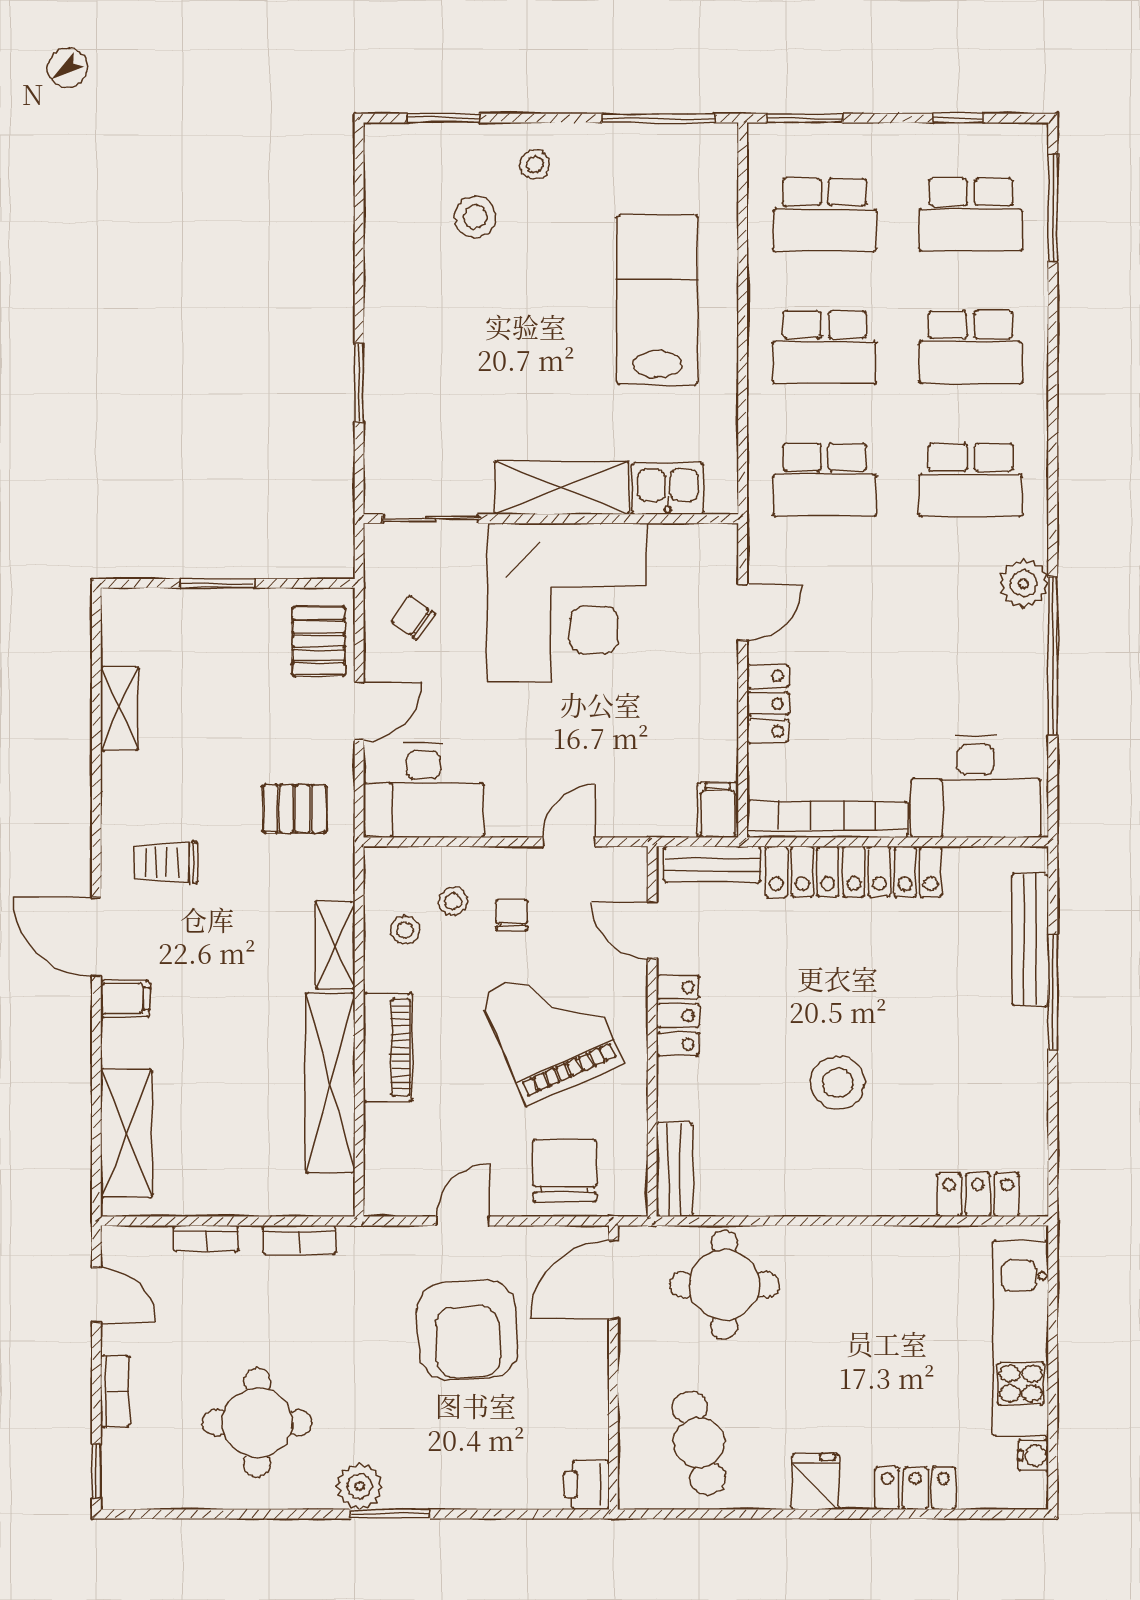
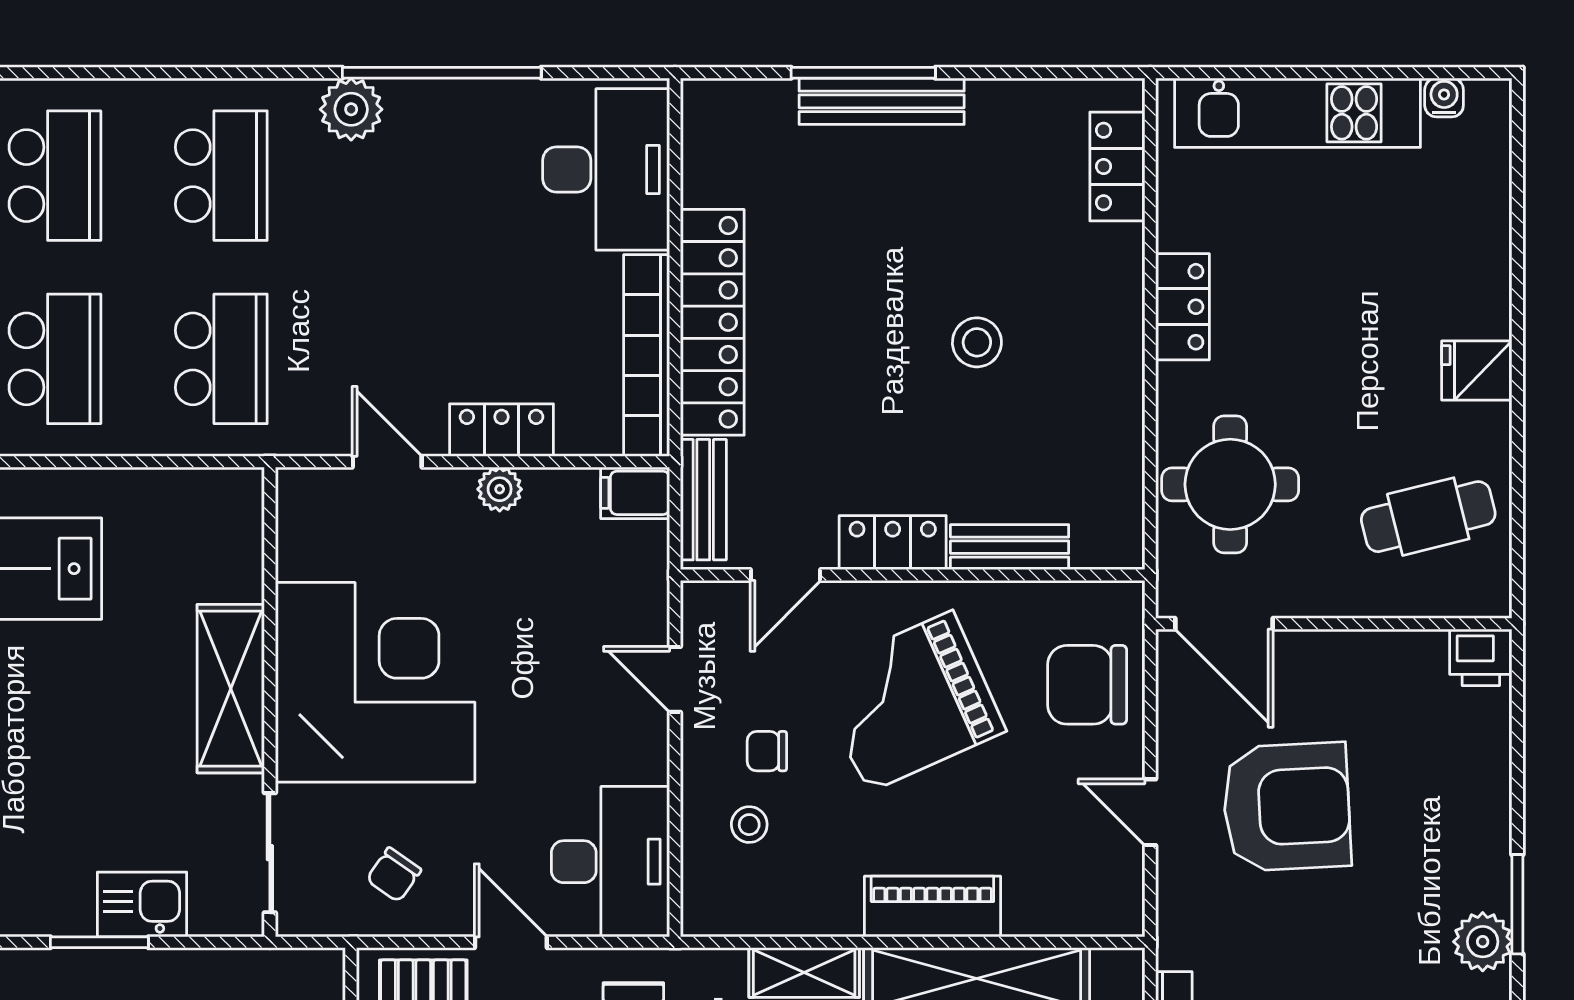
kitchen sink: (668, 489) -> (142, 905), moved, turned 90
plant: (721, 702) -> (500, 489), added
stool: (405, 930) -> (785, 885), removed
bench: (1030, 940) -> (882, 101), moved
stool: (838, 1083) -> (977, 342), width x0.73, depth x0.73
bench: (674, 1170) -> (1010, 547), moved
locker: (915, 1488) -> (1182, 307), moved, turned 180

